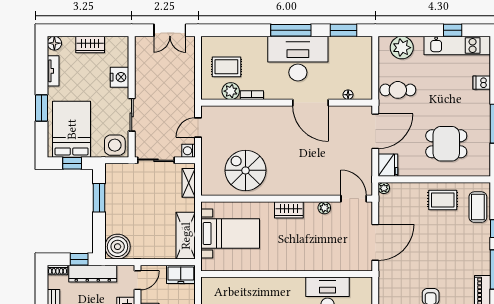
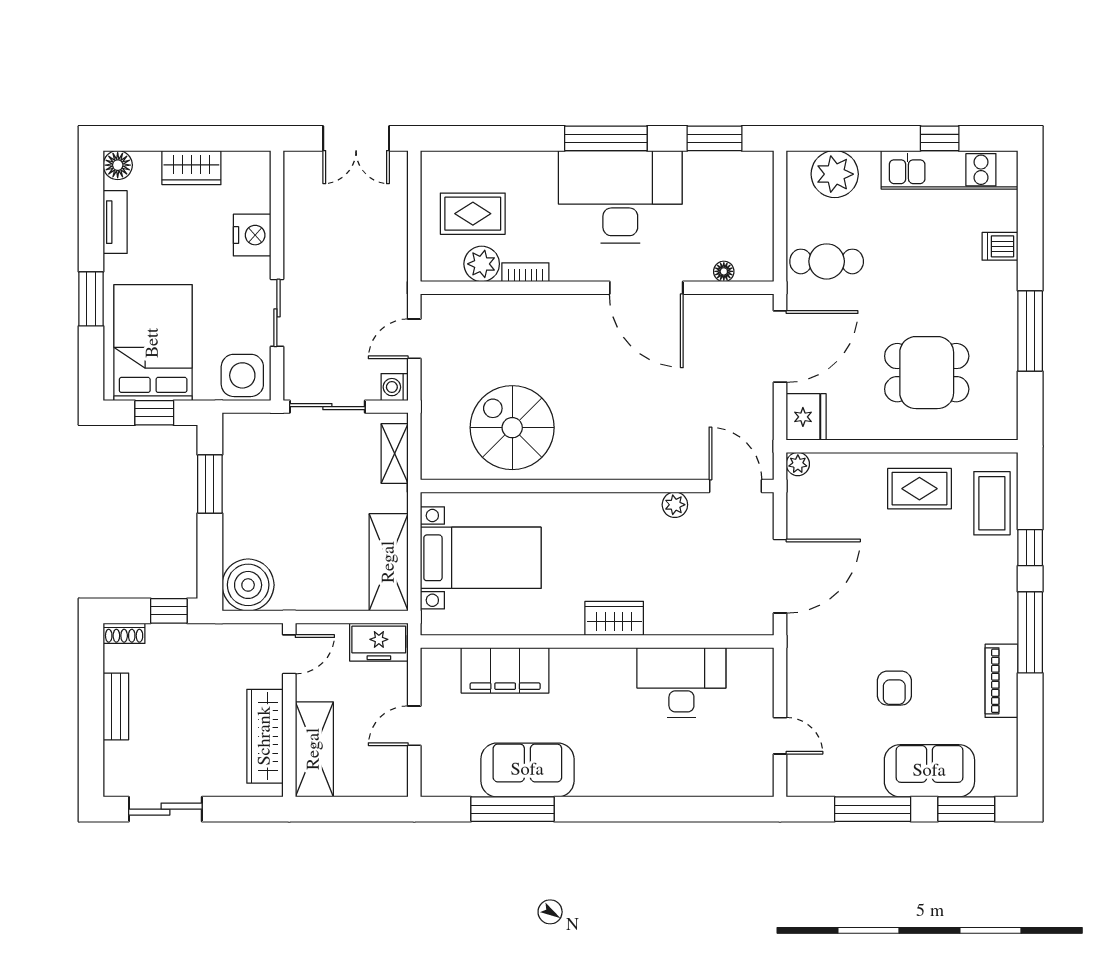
wardrobe: (289, 210) -> (614, 618), moved, turned 180
dresser: (93, 274) -> (197, 641), removed
filing cabinet: (242, 288) -> (505, 670), added

